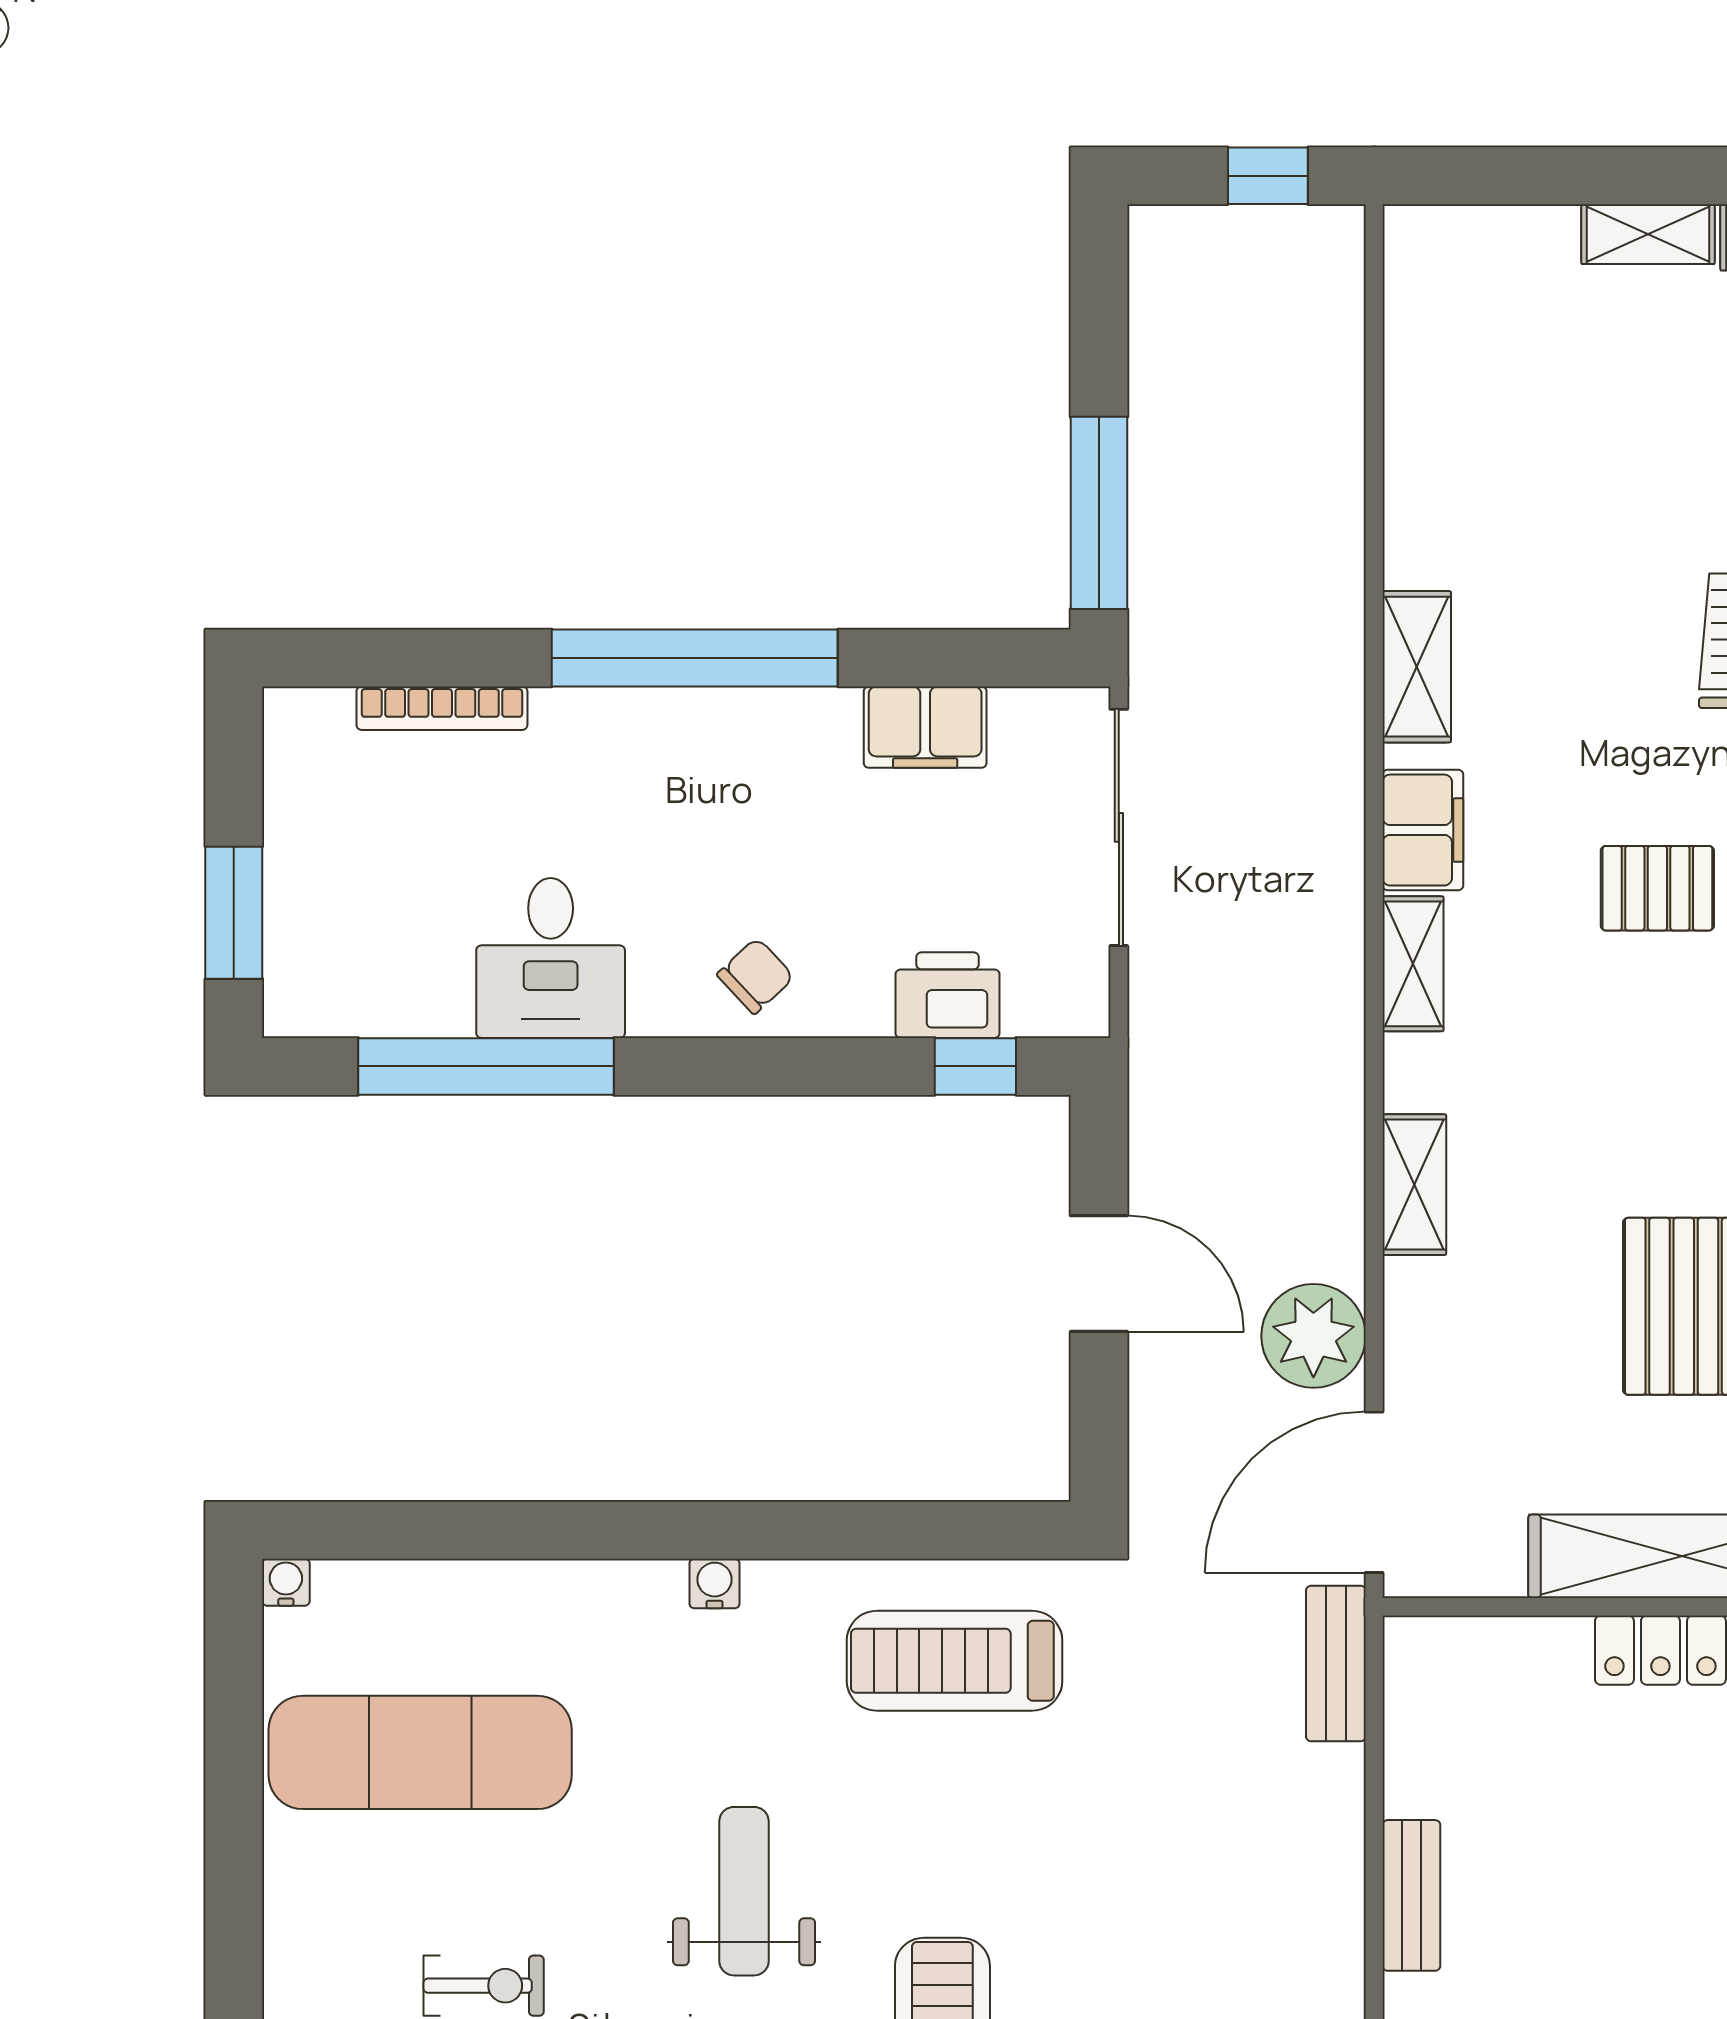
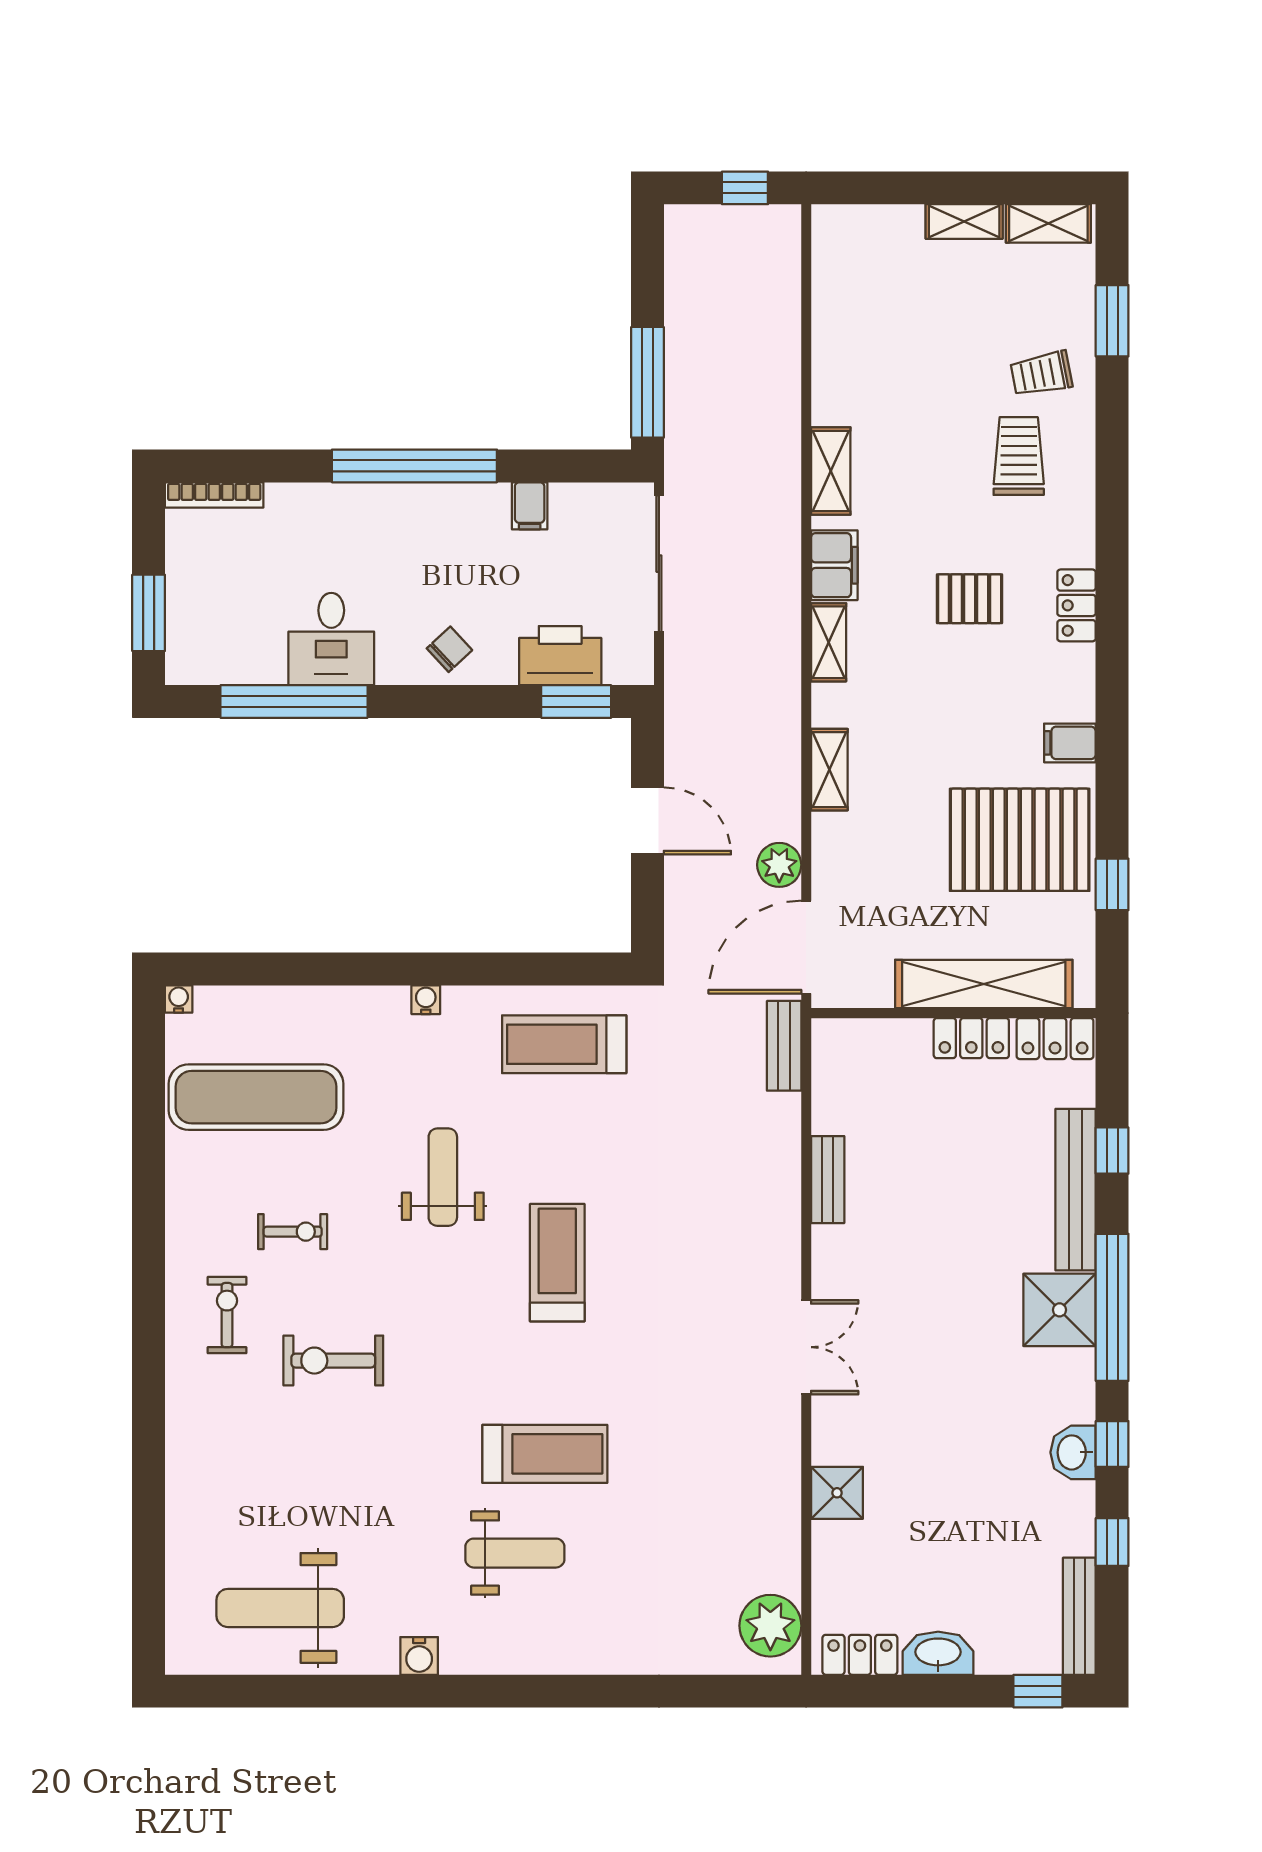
bookcase: (442, 708) -> (214, 495), moved
filing cabinet: (925, 727) -> (530, 506), width x0.50
printer: (948, 995) -> (560, 656), width x1.37, depth x1.19
window: (975, 1066) -> (576, 702), width x1.50
plant: (1313, 1336) -> (779, 865), width x0.73, depth x0.73

